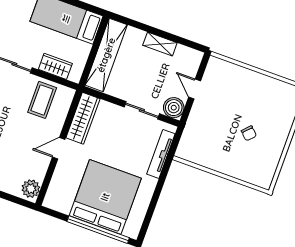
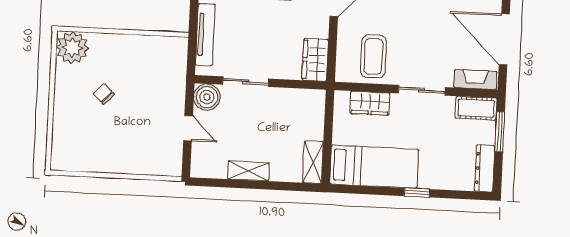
shelving: (106, 55) -> (313, 162), width x0.45, depth x0.75
wardrobe: (83, 118) -> (315, 60), width x0.67
plant: (262, 174) -> (72, 48), added

